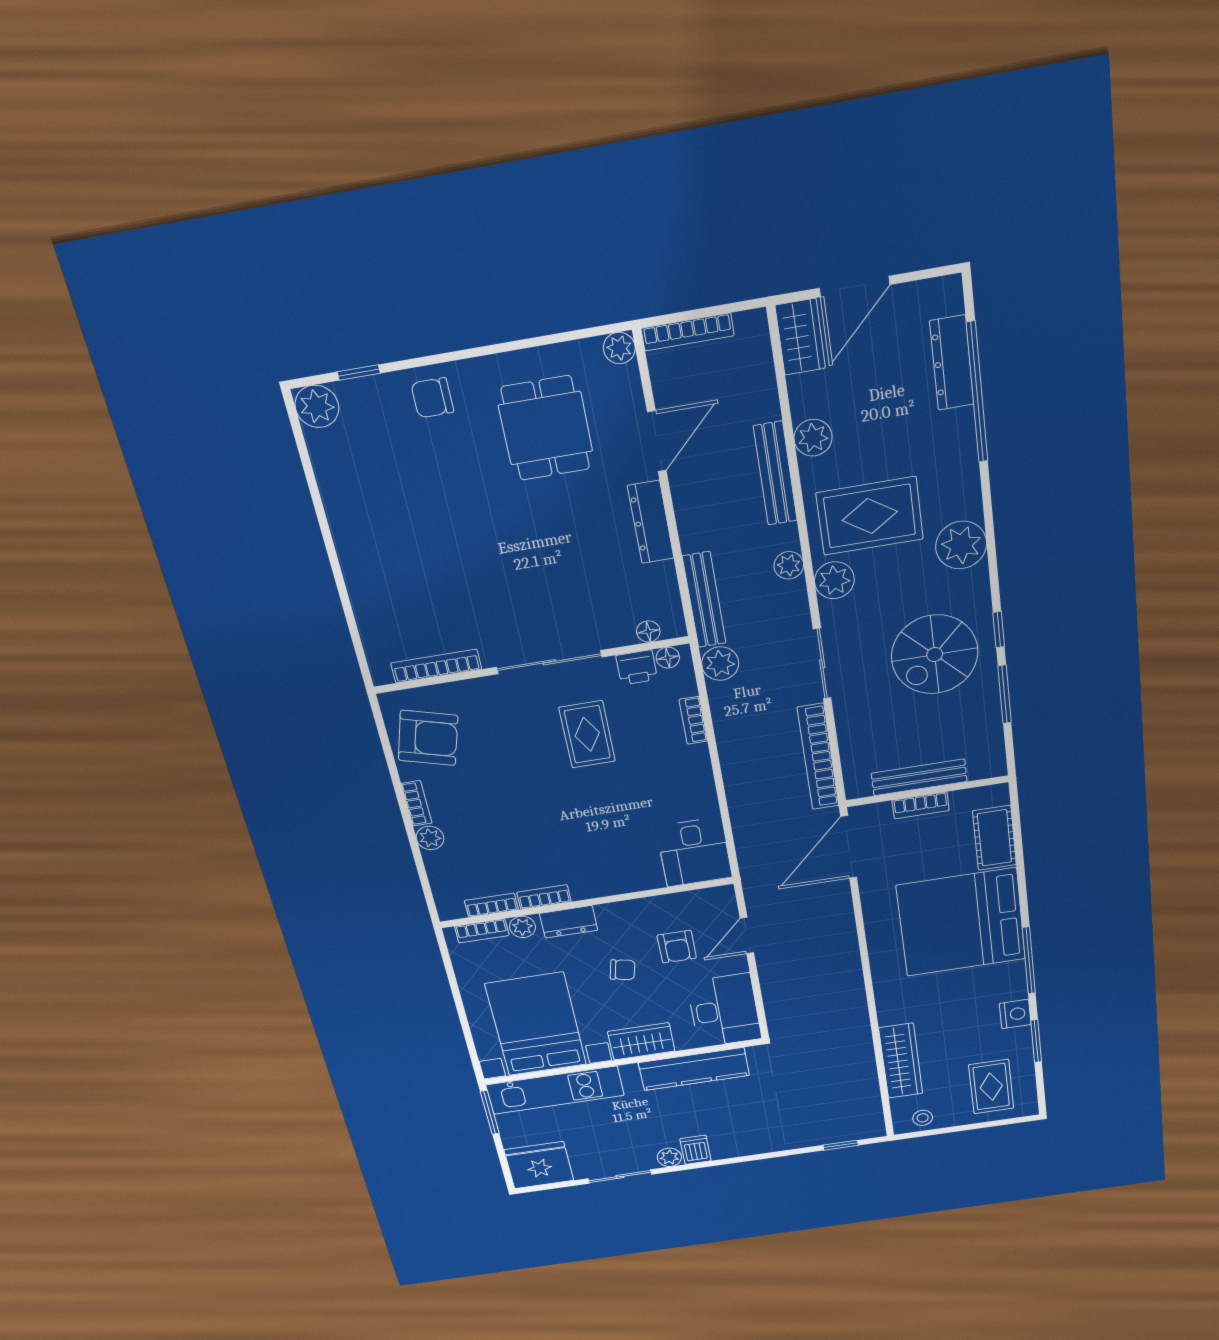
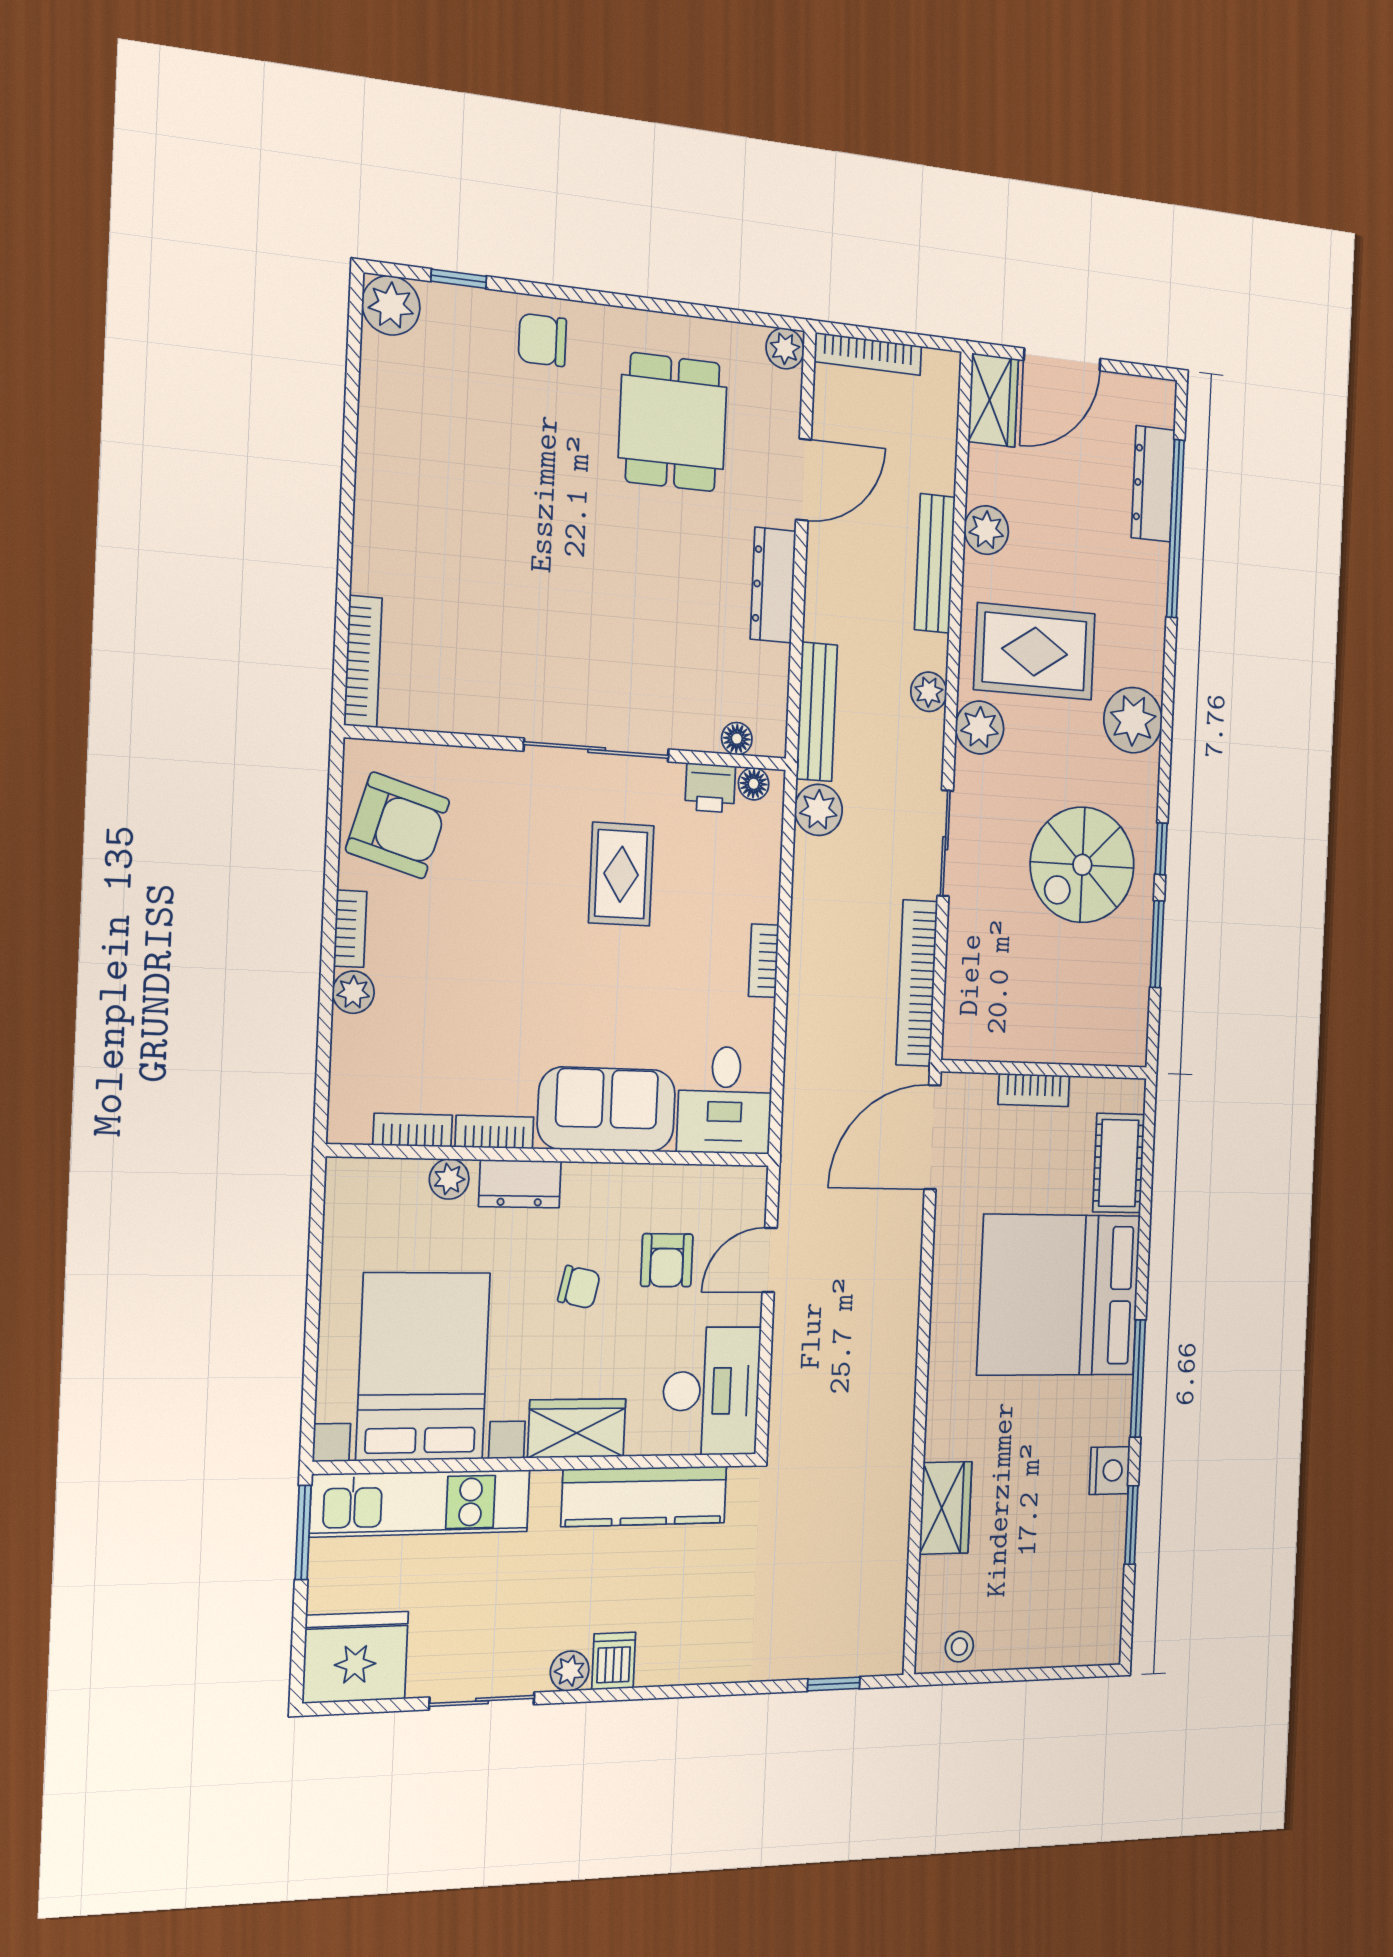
bookcase: (436, 666) -> (363, 661), moved, turned 90
bookcase: (693, 720) -> (764, 961), moved
bench: (919, 777) -> (1038, 1045), removed
sofa: (614, 872) -> (607, 1109), added
bookcase: (482, 931) -> (386, 1174), removed
wardrobe: (901, 1061) -> (946, 1508), width x0.67
rug: (991, 1087) -> (1062, 1601), removed

